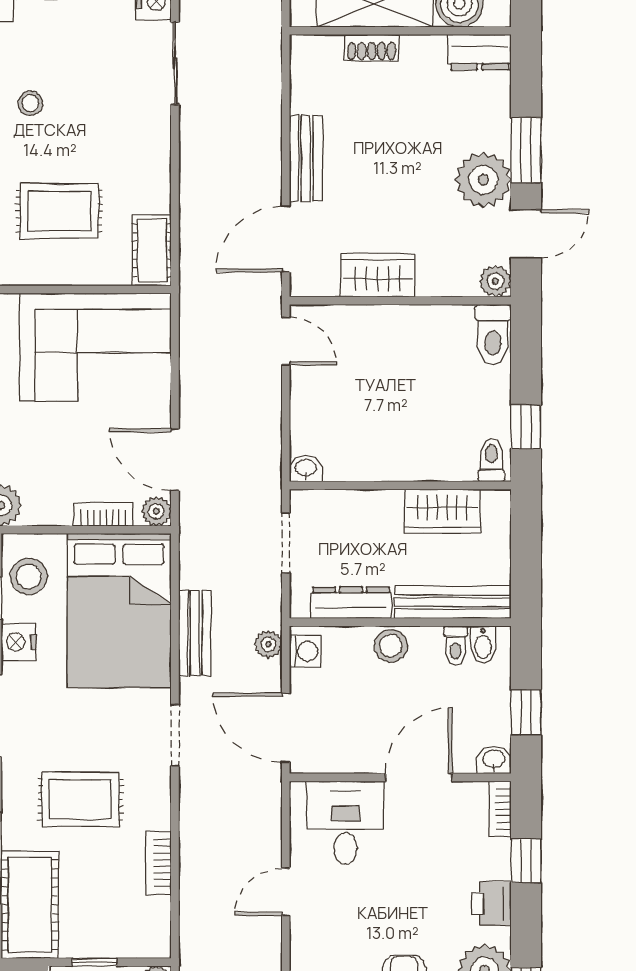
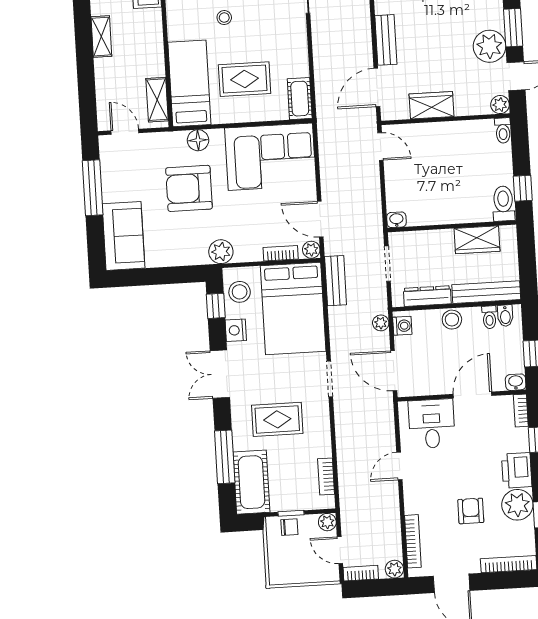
toilet: (493, 334) -> (503, 131), width x0.73, depth x0.72
toilet: (491, 460) -> (503, 204), width x1.37, depth x1.39
bench: (195, 633) -> (336, 281), moved
bookcase: (159, 863) -> (326, 477), moved
printer: (492, 904) -> (517, 470), width x1.36, depth x1.24

